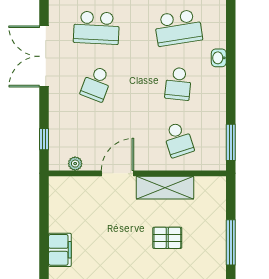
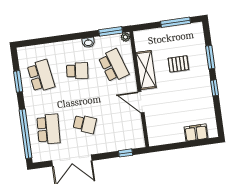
washbasin: (219, 58) -> (88, 42), moved
school desk: (178, 140) -> (114, 66), width x1.85
plant: (75, 164) -> (125, 37), moved
pallet: (167, 238) -> (178, 64), turned 90

